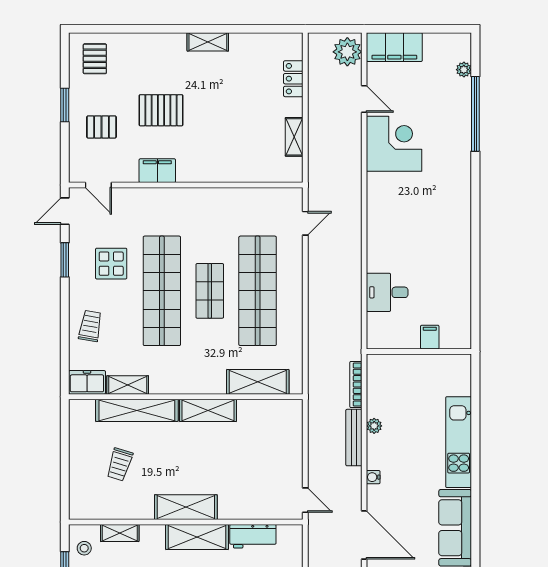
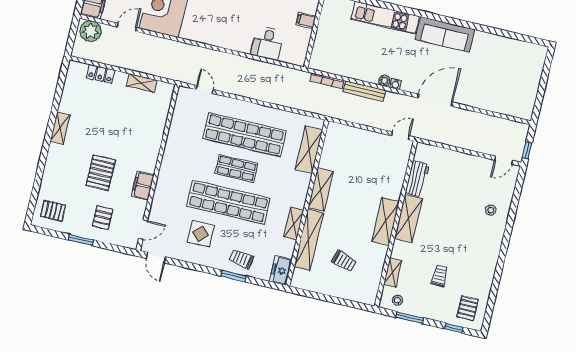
window: (65, 260) -> (233, 276), moved
shelving: (128, 385) -> (294, 224), moved
plant: (374, 426) -> (384, 81), moved

